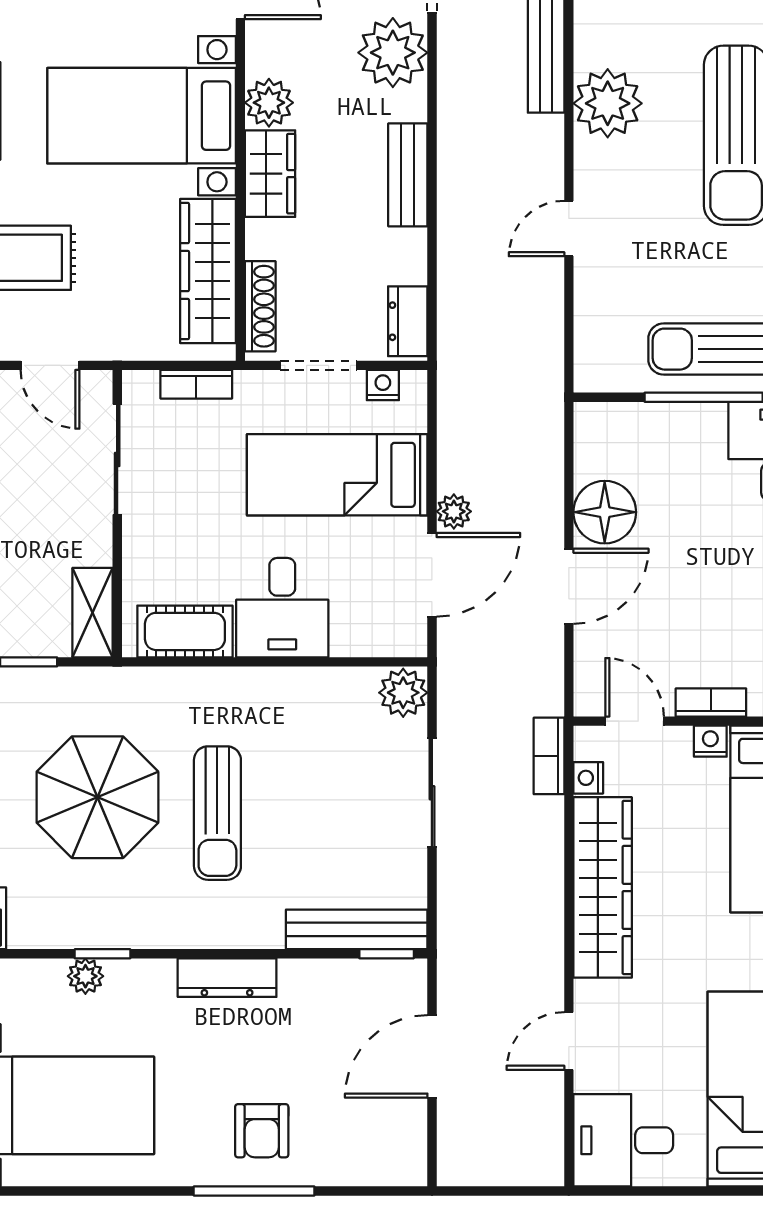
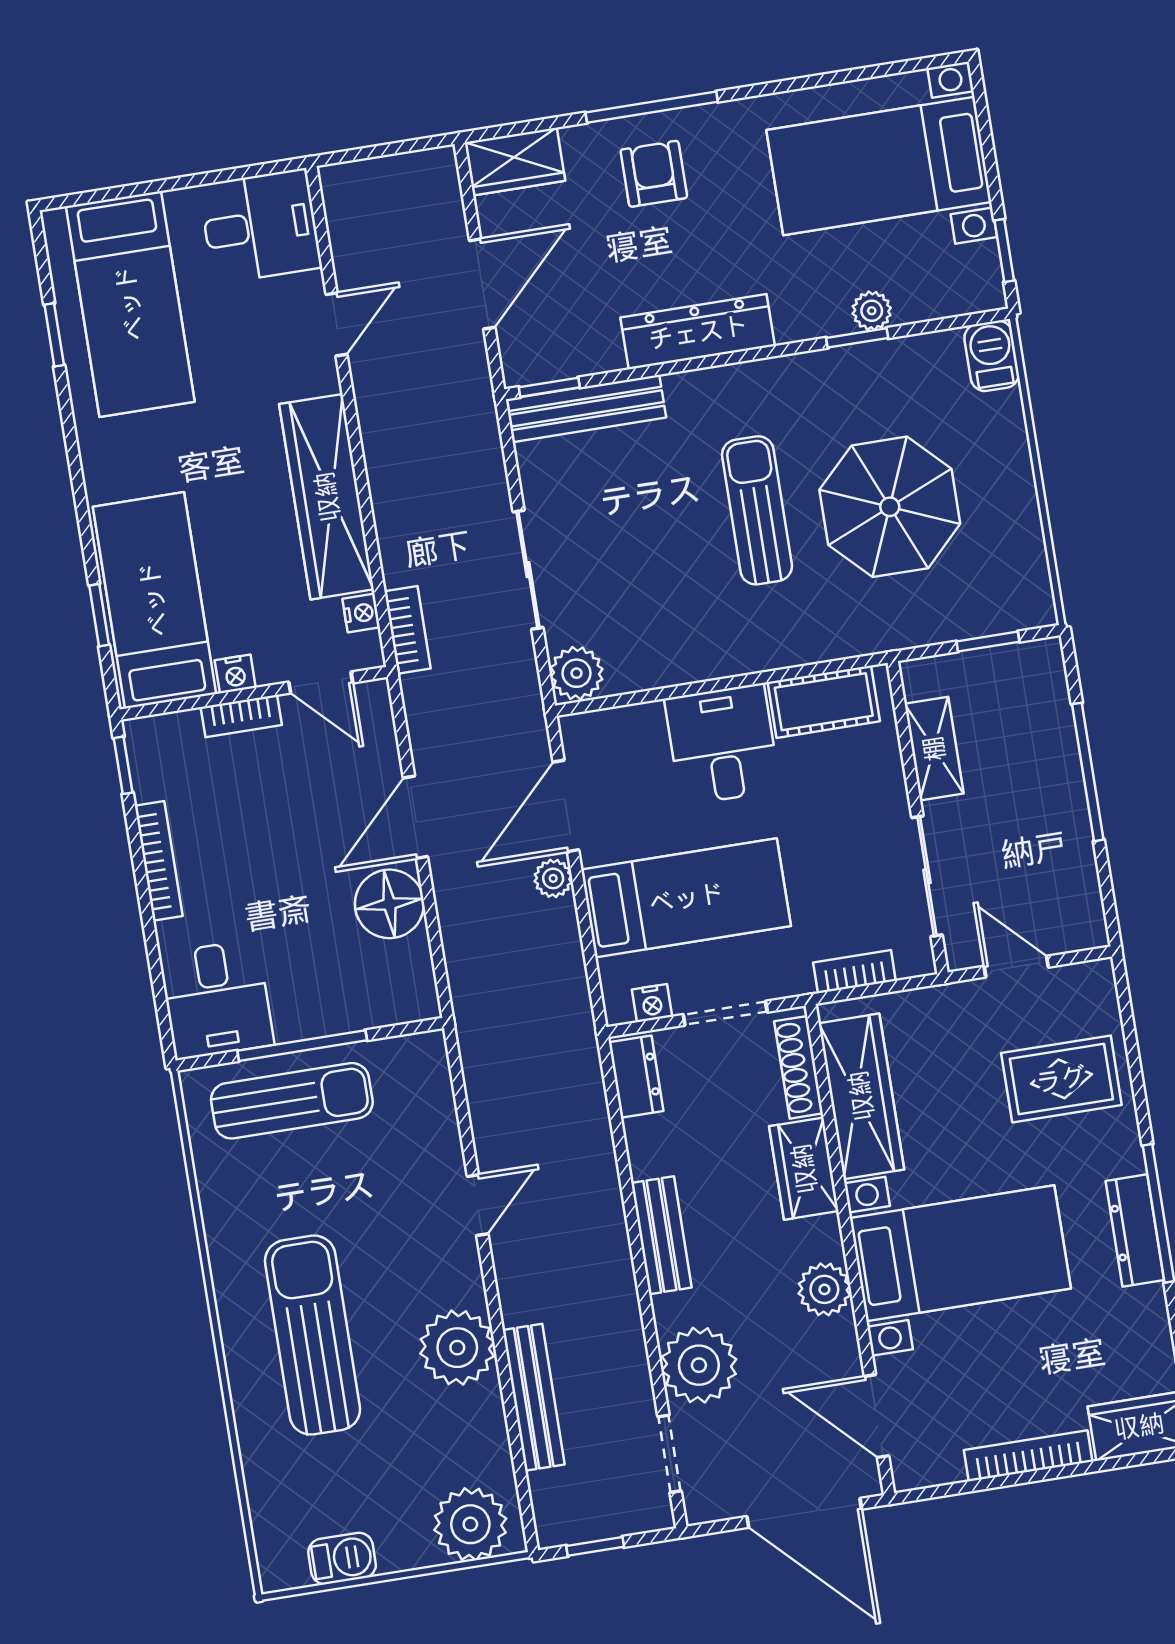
wardrobe: (270, 174) -> (804, 1169), moved
shelving: (93, 613) -> (934, 749), moved
dresser: (227, 978) -> (698, 332), width x1.37, depth x1.24
wardrobe: (385, 1162) -> (515, 162), added

